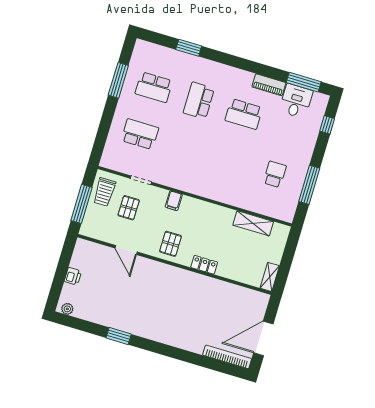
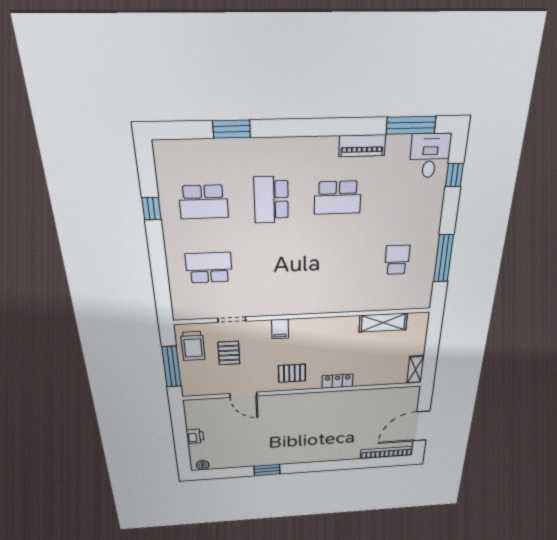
window: (118, 80) -> (151, 209), width x0.46
desk: (296, 101) -> (430, 156), moved
pallet: (171, 244) -> (292, 373), turned 90

